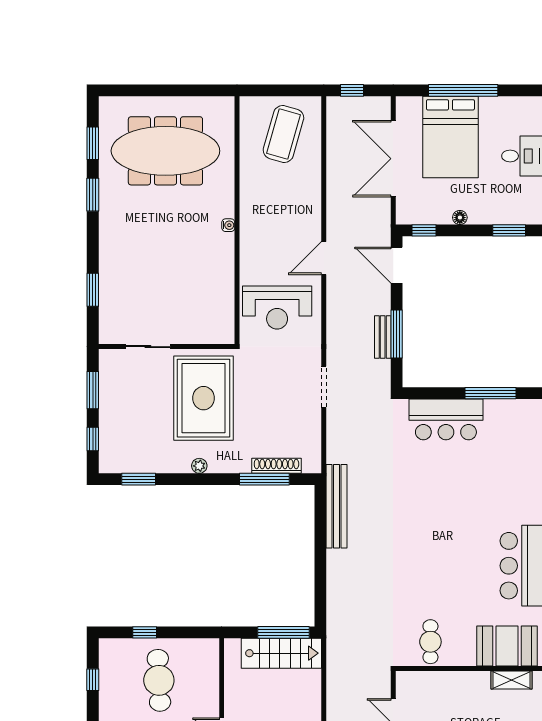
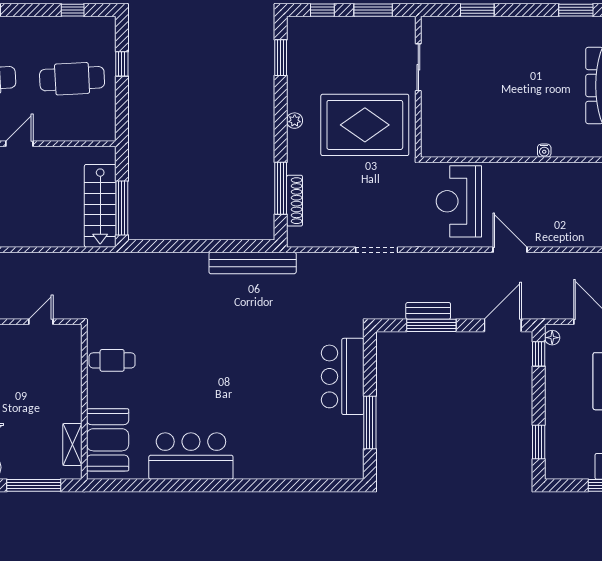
floor lamp: (460, 218) -> (552, 338), moved

